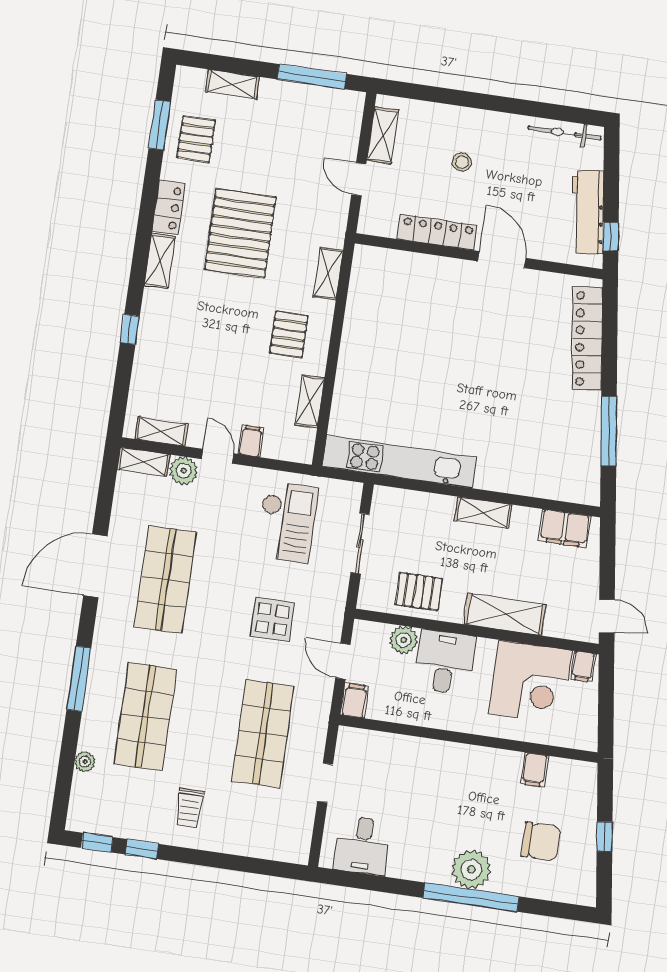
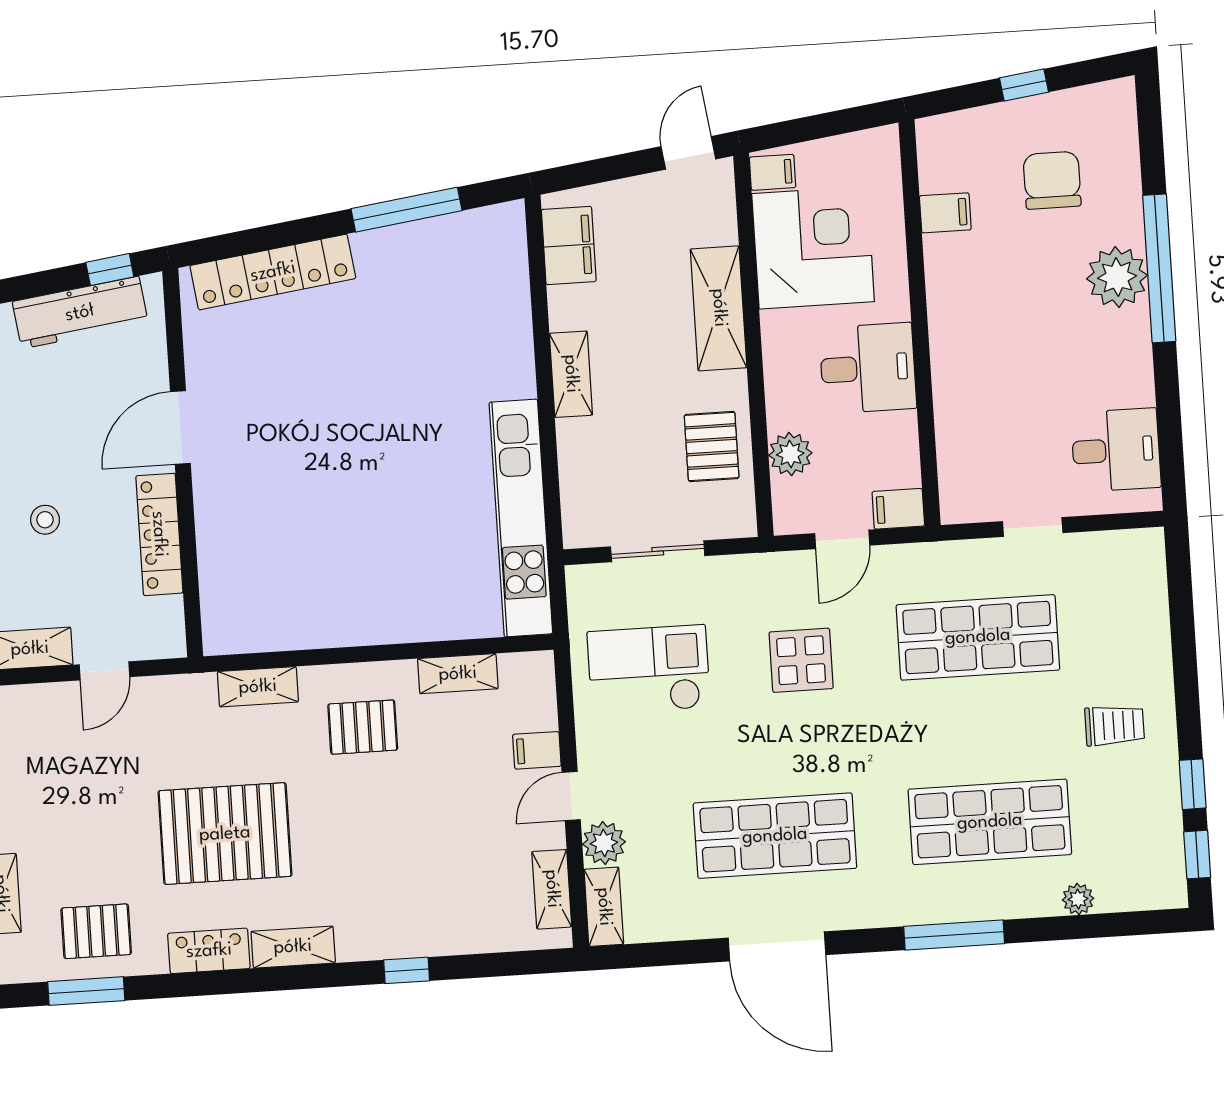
desk: (445, 662) -> (868, 368), moved, turned 180

